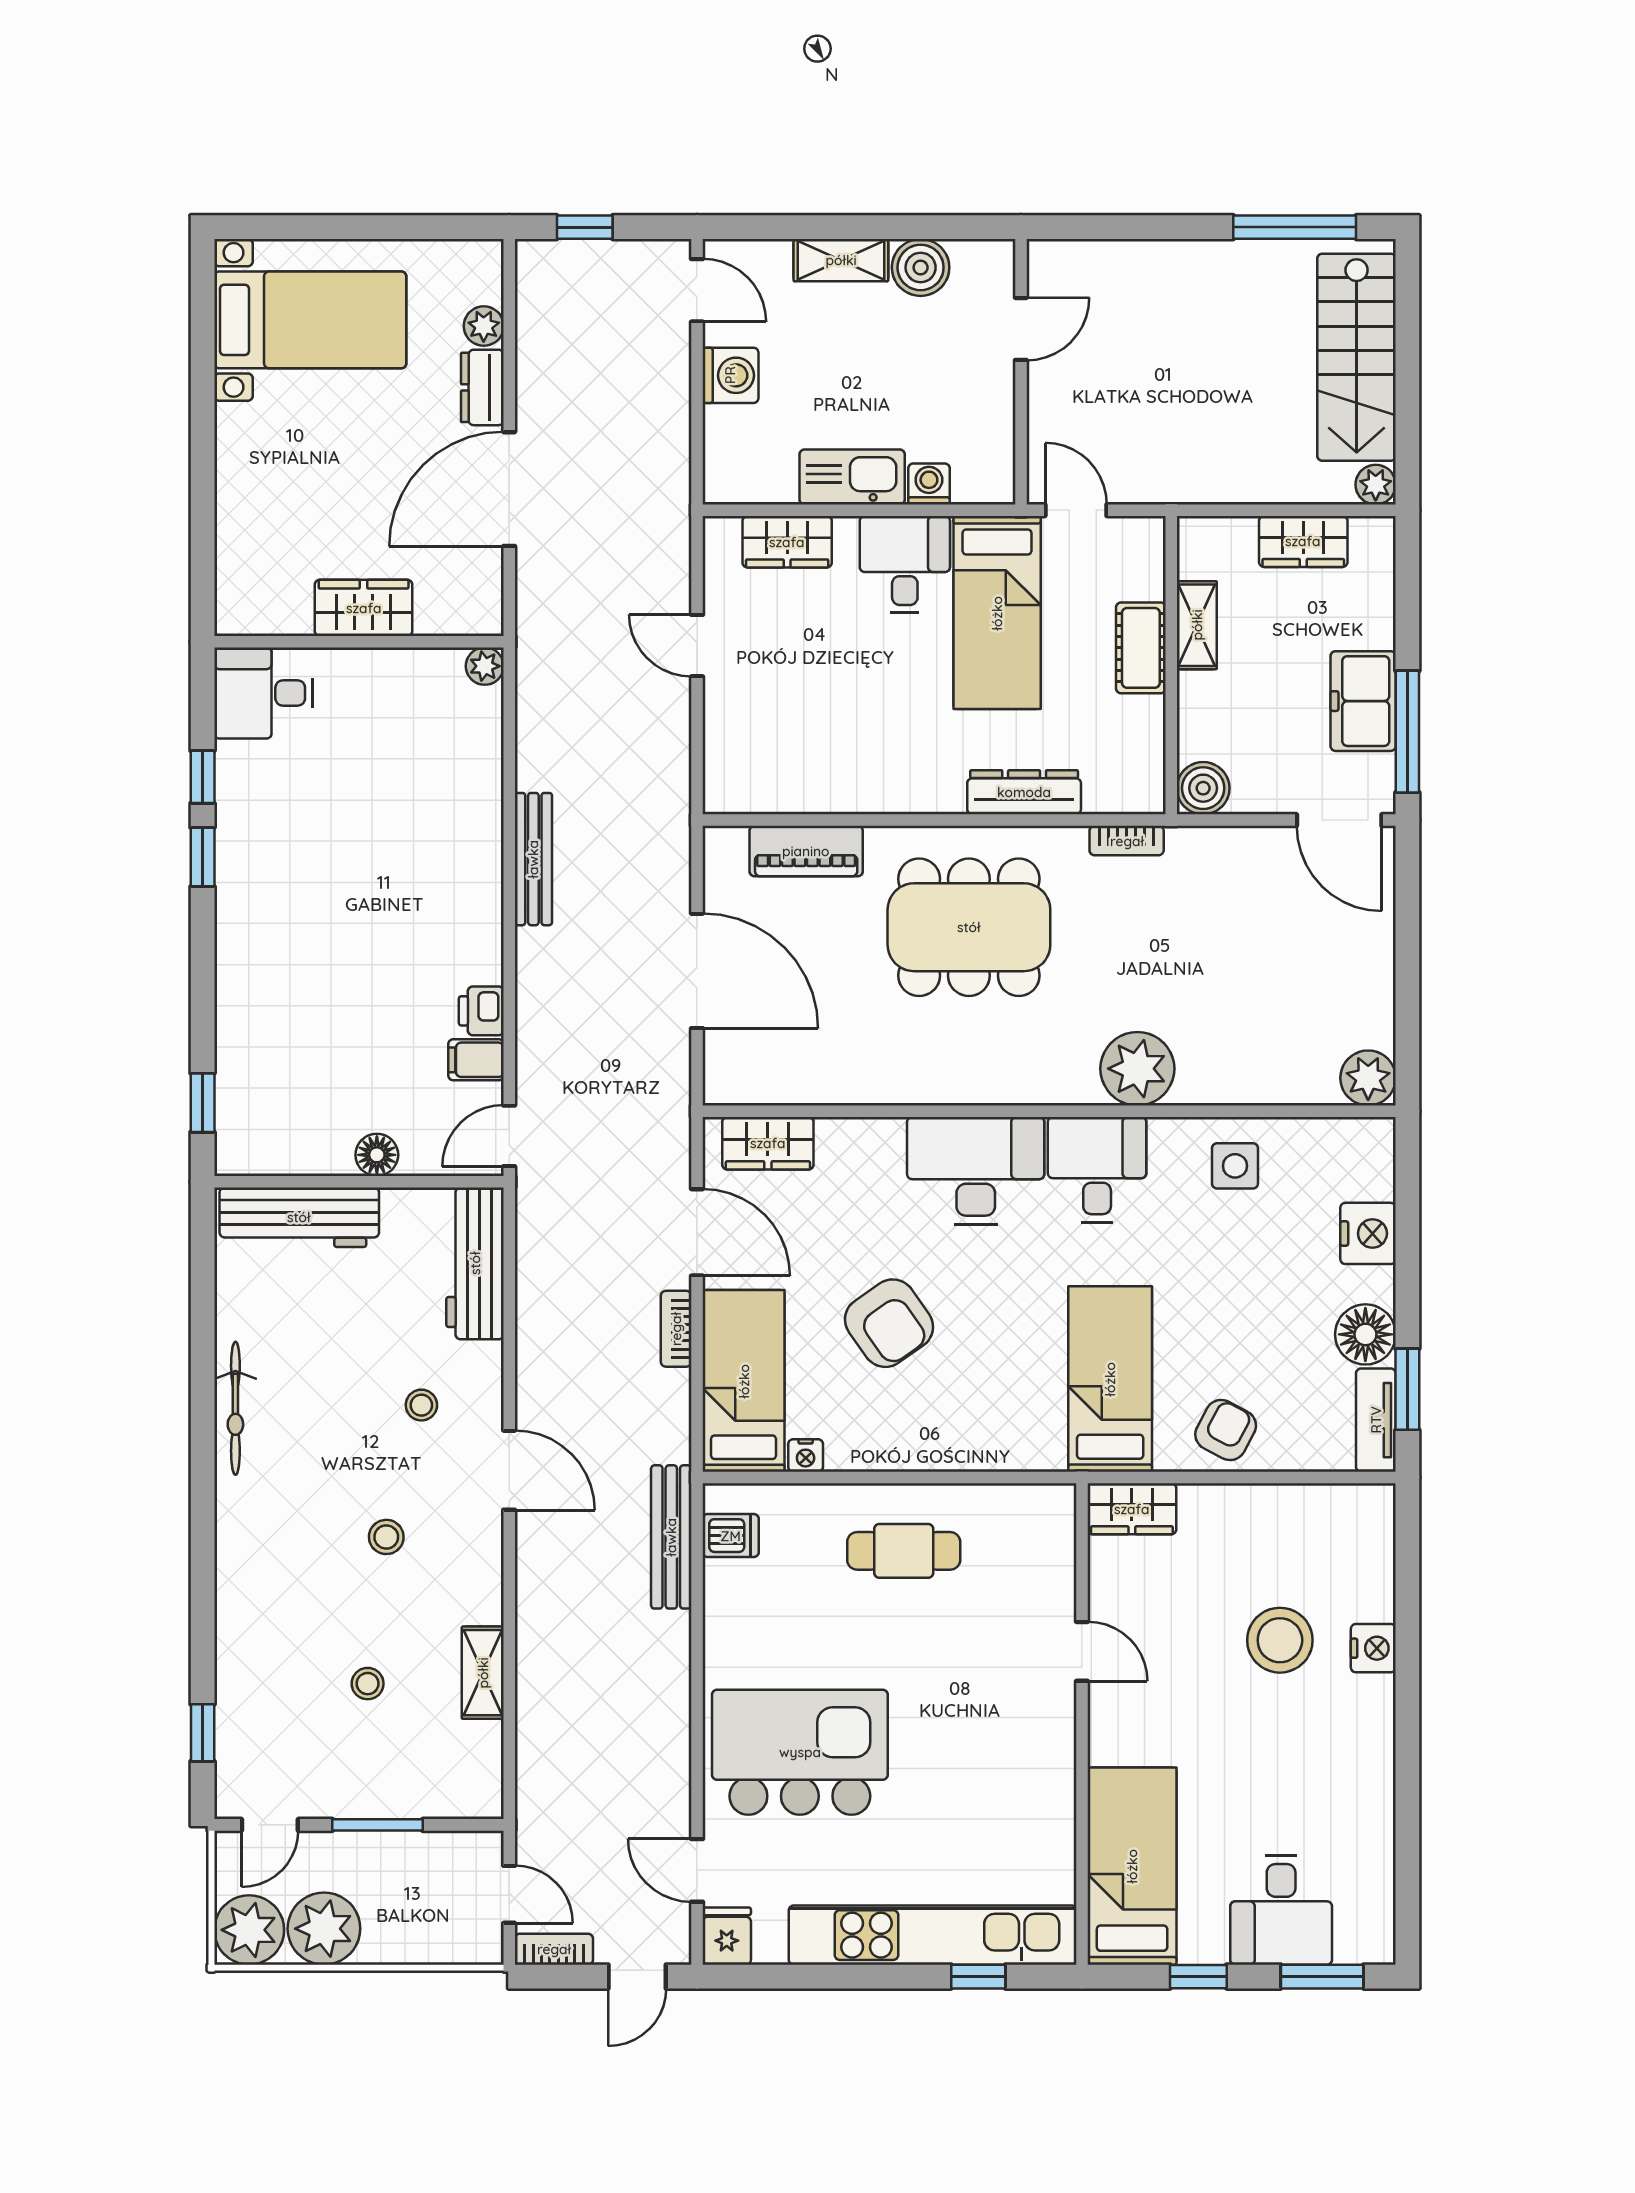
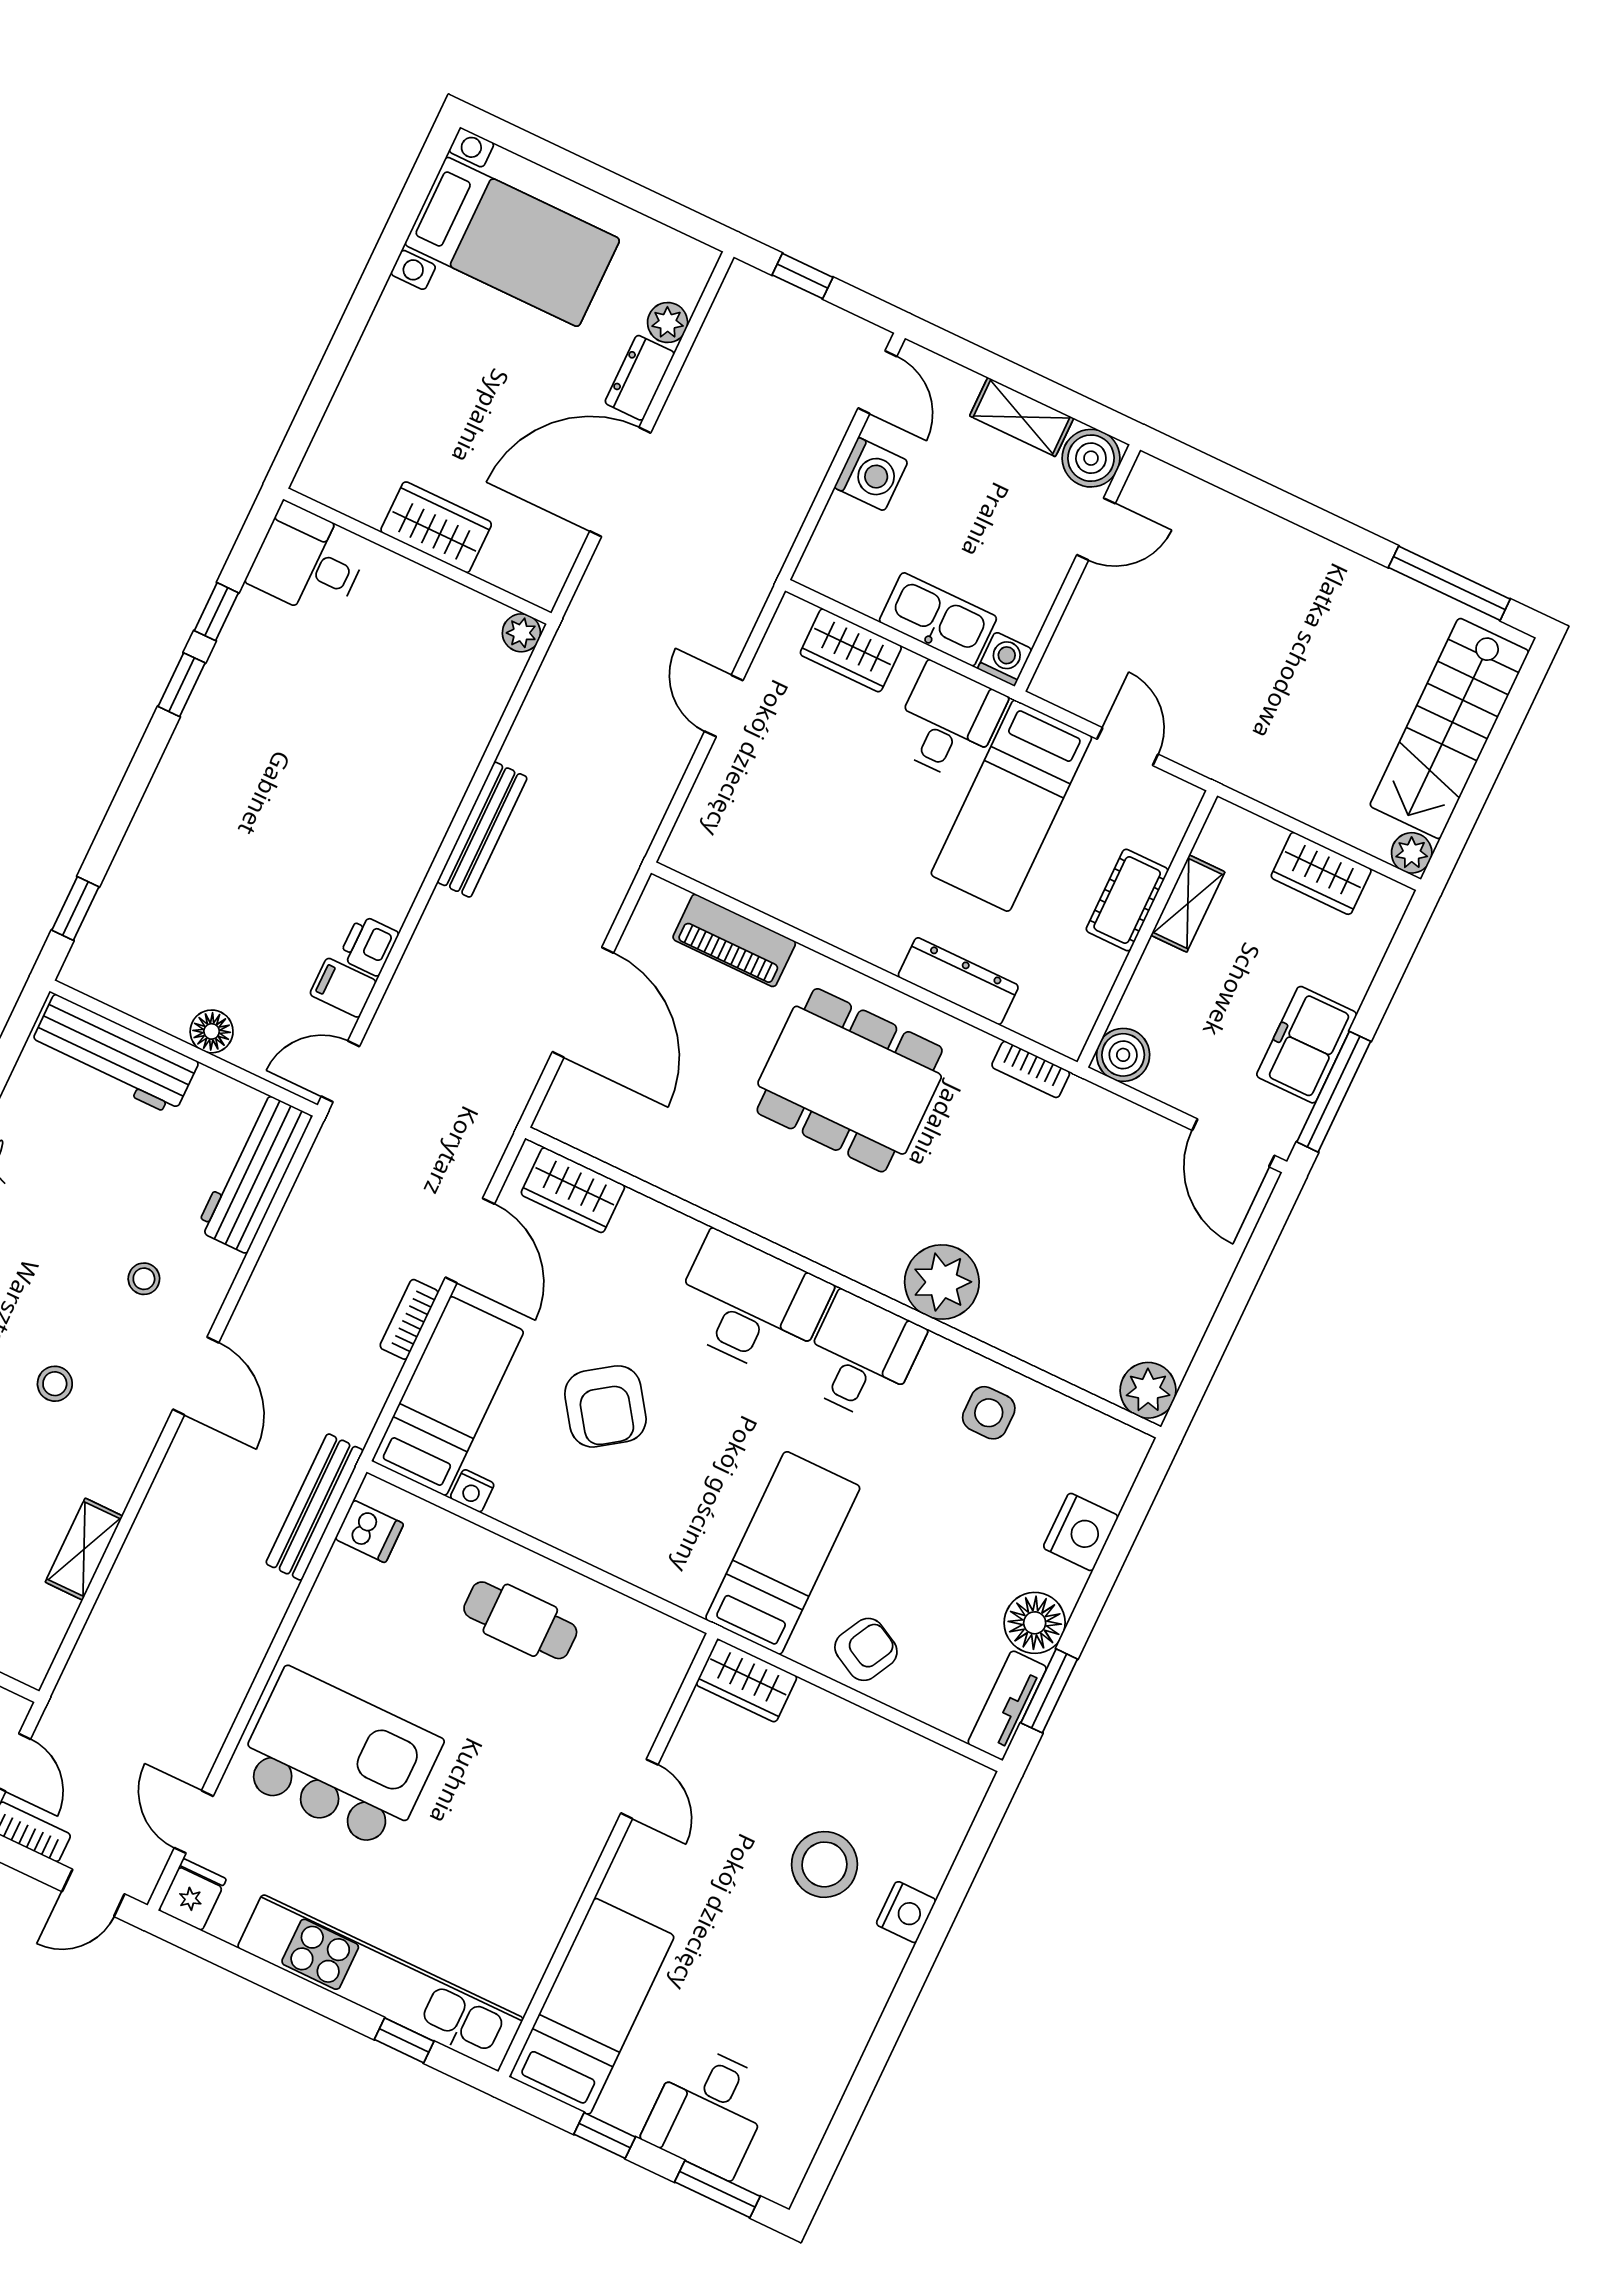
door: (1021, 329) -> (1096, 529), moved
wall: (1021, 372) -> (1077, 568), moved

